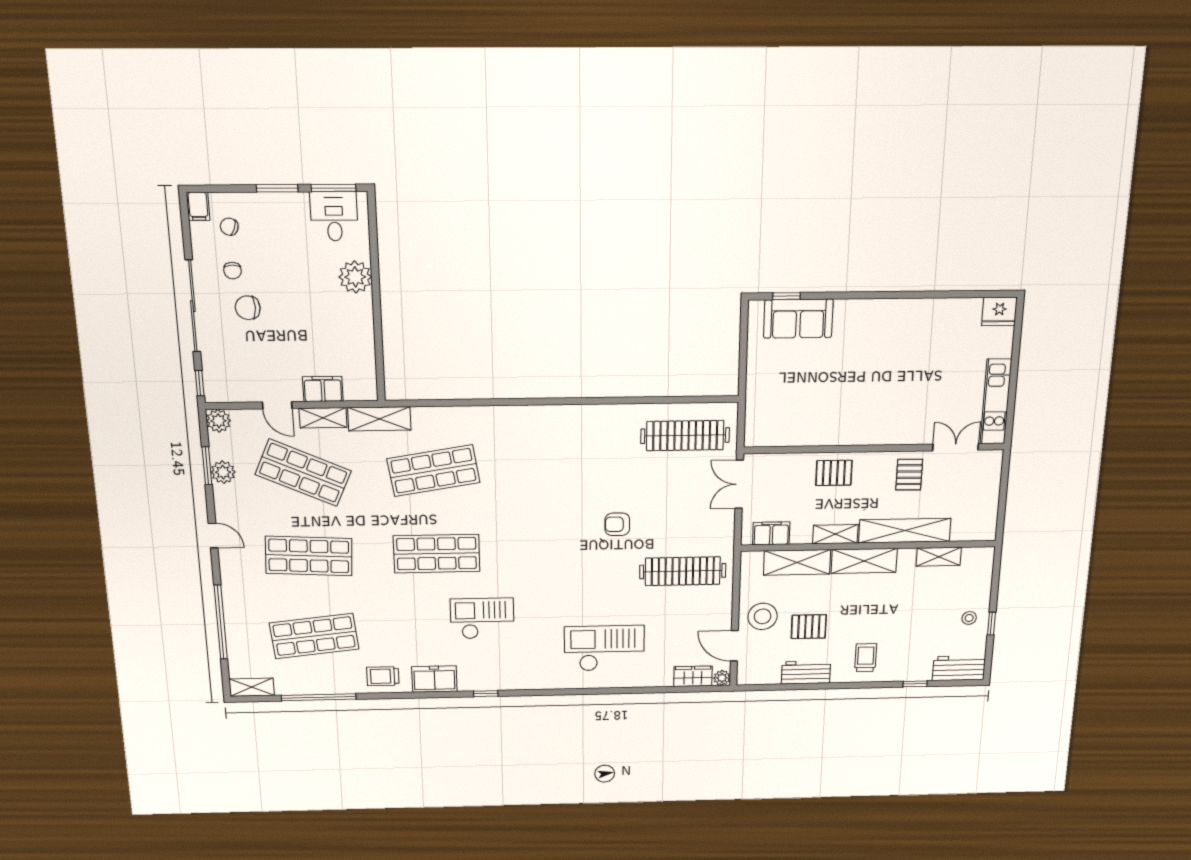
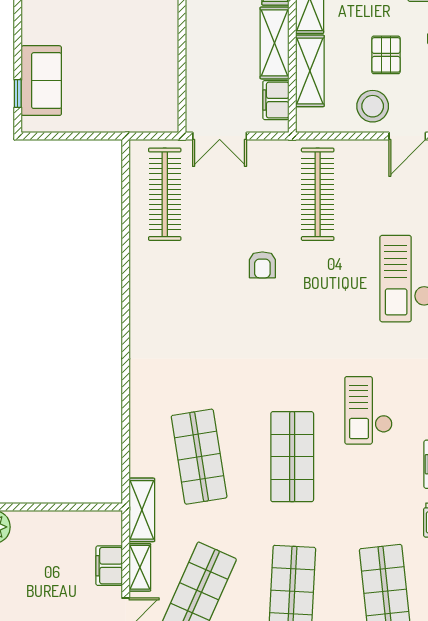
pallet: (834, 473) -> (208, 36), removed
shelving: (835, 534) -> (274, 43), width x1.50, depth x1.33

